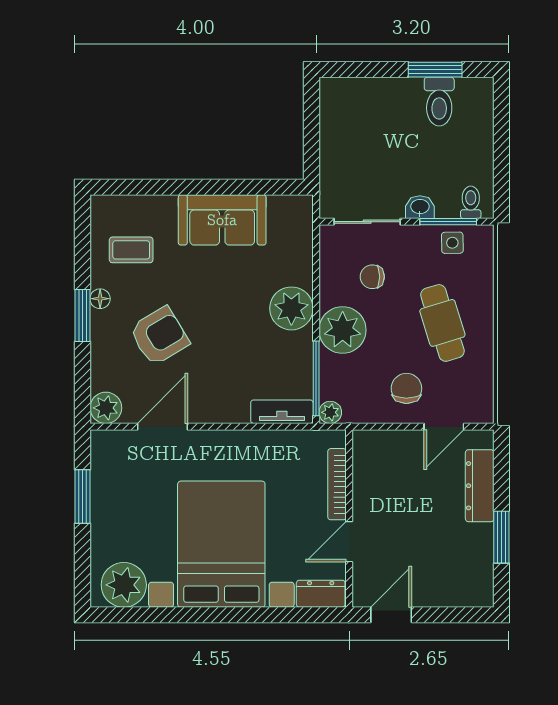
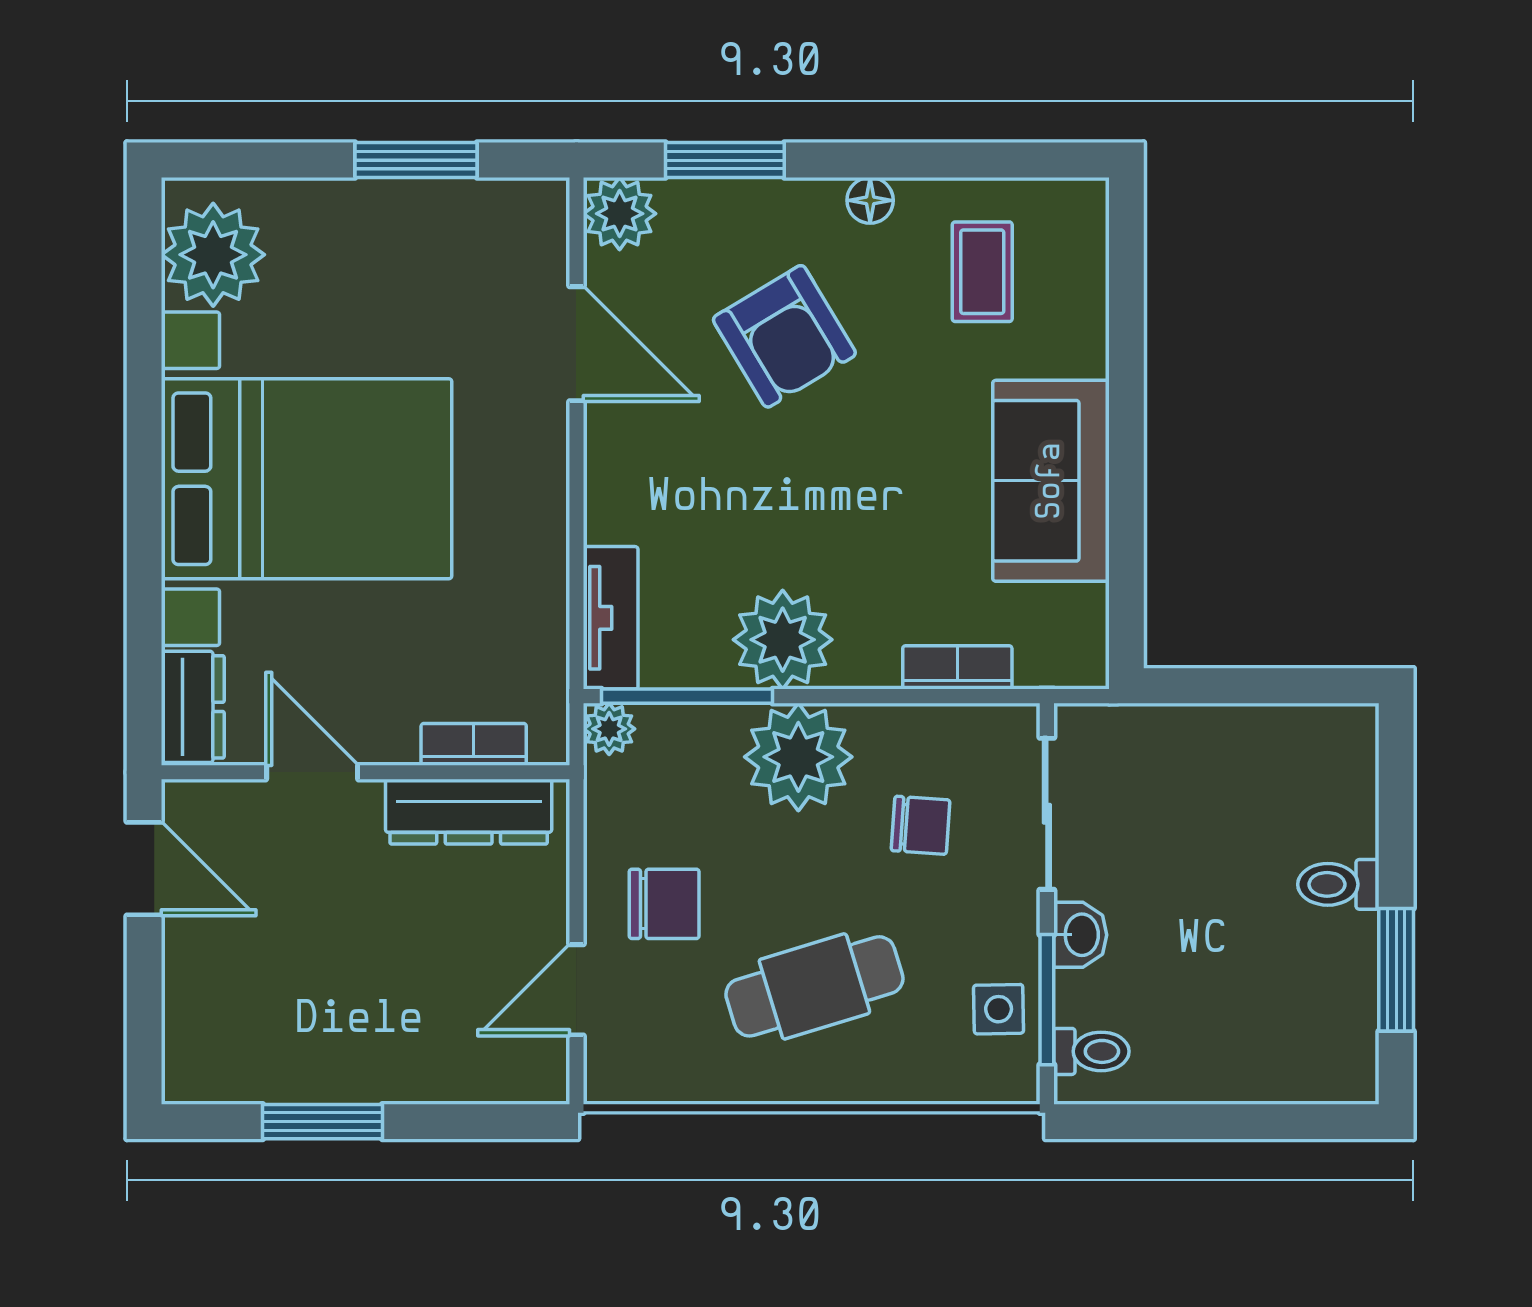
toilet: (439, 102) -> (1338, 884), moved, width x0.73, depth x0.72
bookcase: (304, 261) -> (957, 667), added
chair: (372, 277) -> (921, 825), turned 94
plant: (291, 308) -> (783, 640), moved
window: (83, 315) -> (725, 160), moved
door: (444, 427) -> (576, 990), hinge flipped
bookcase: (337, 484) -> (474, 744), width x0.64
dresser: (480, 486) -> (469, 812), moved, turned 180

